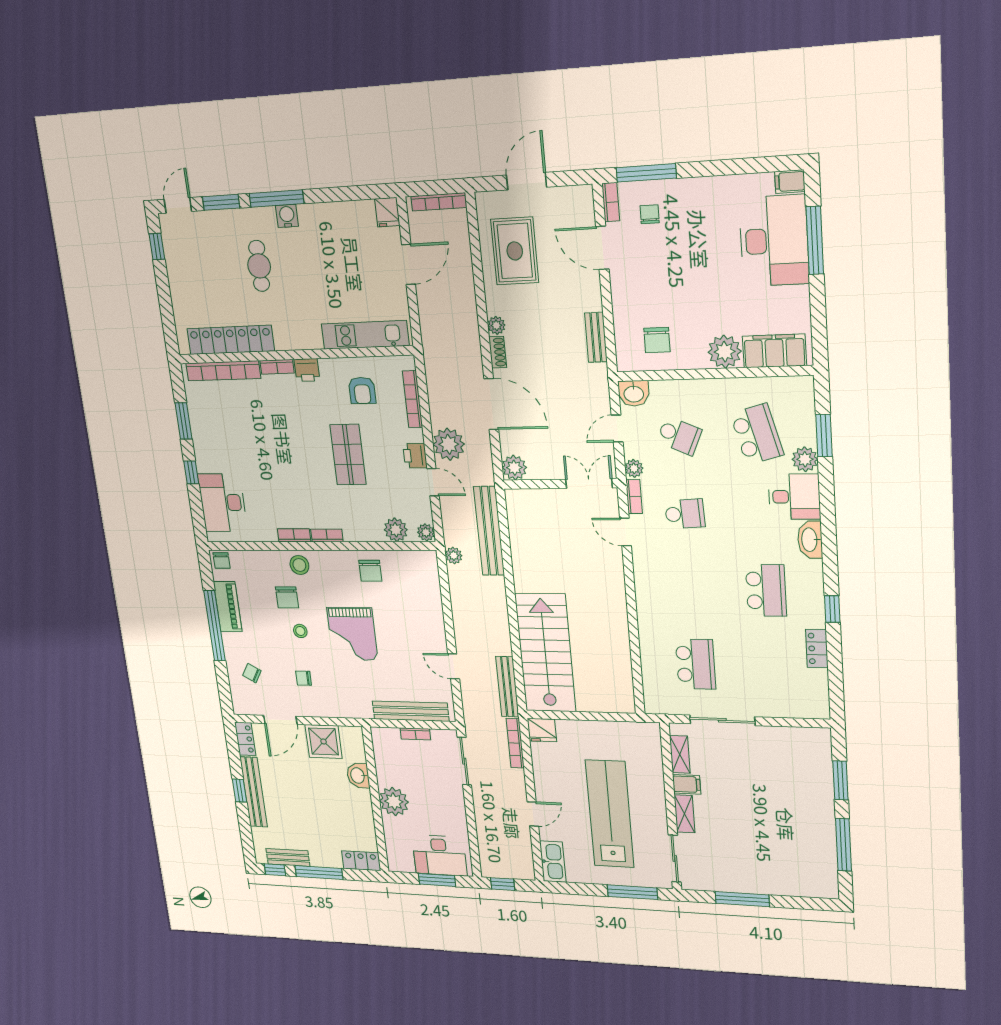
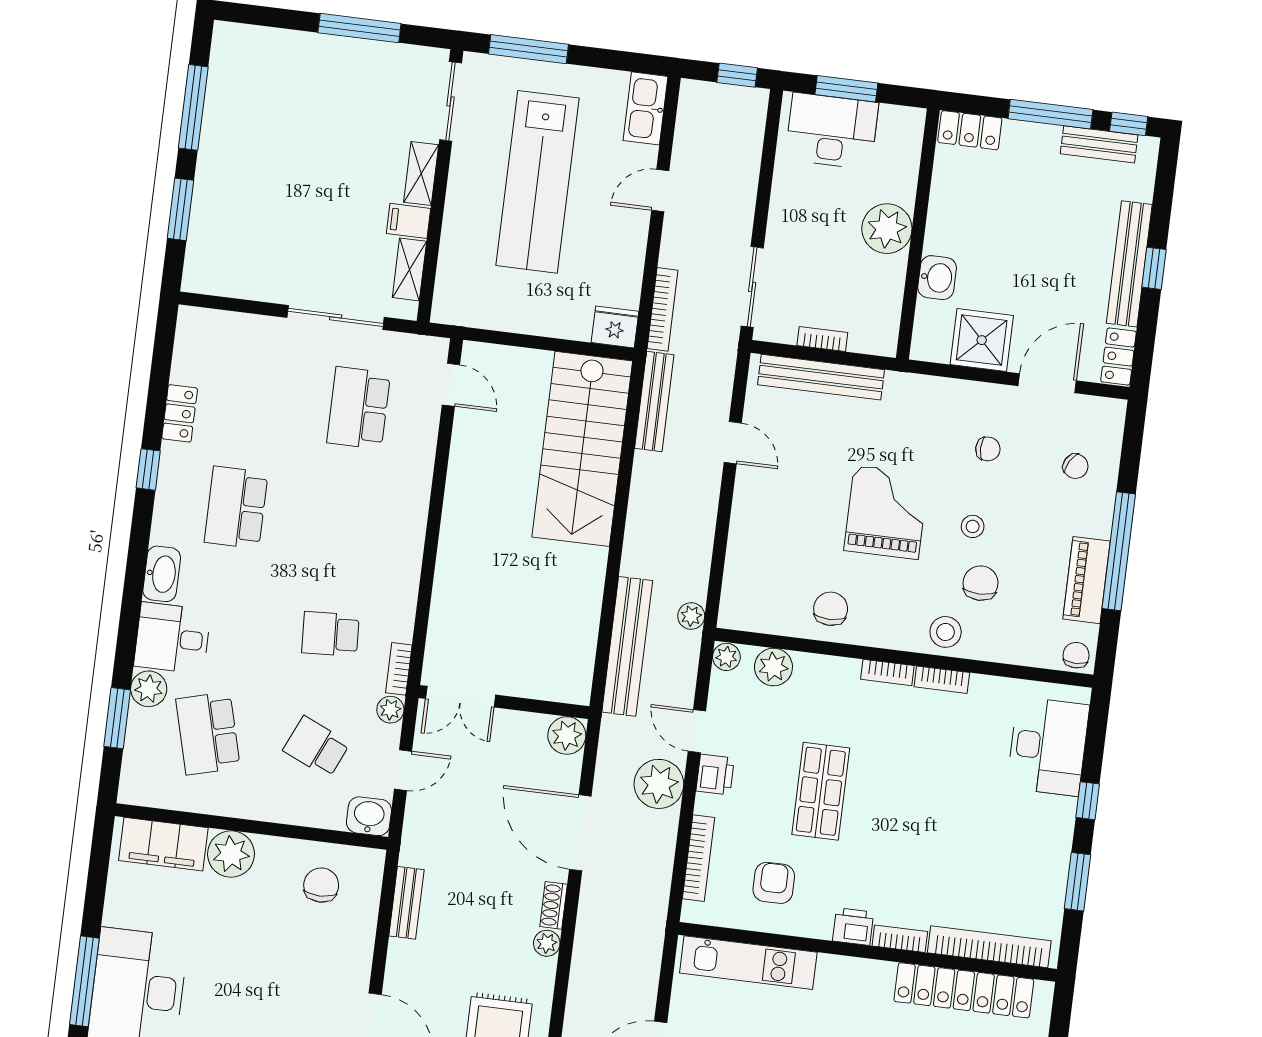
door: (626, 532) -> (451, 385), moved

